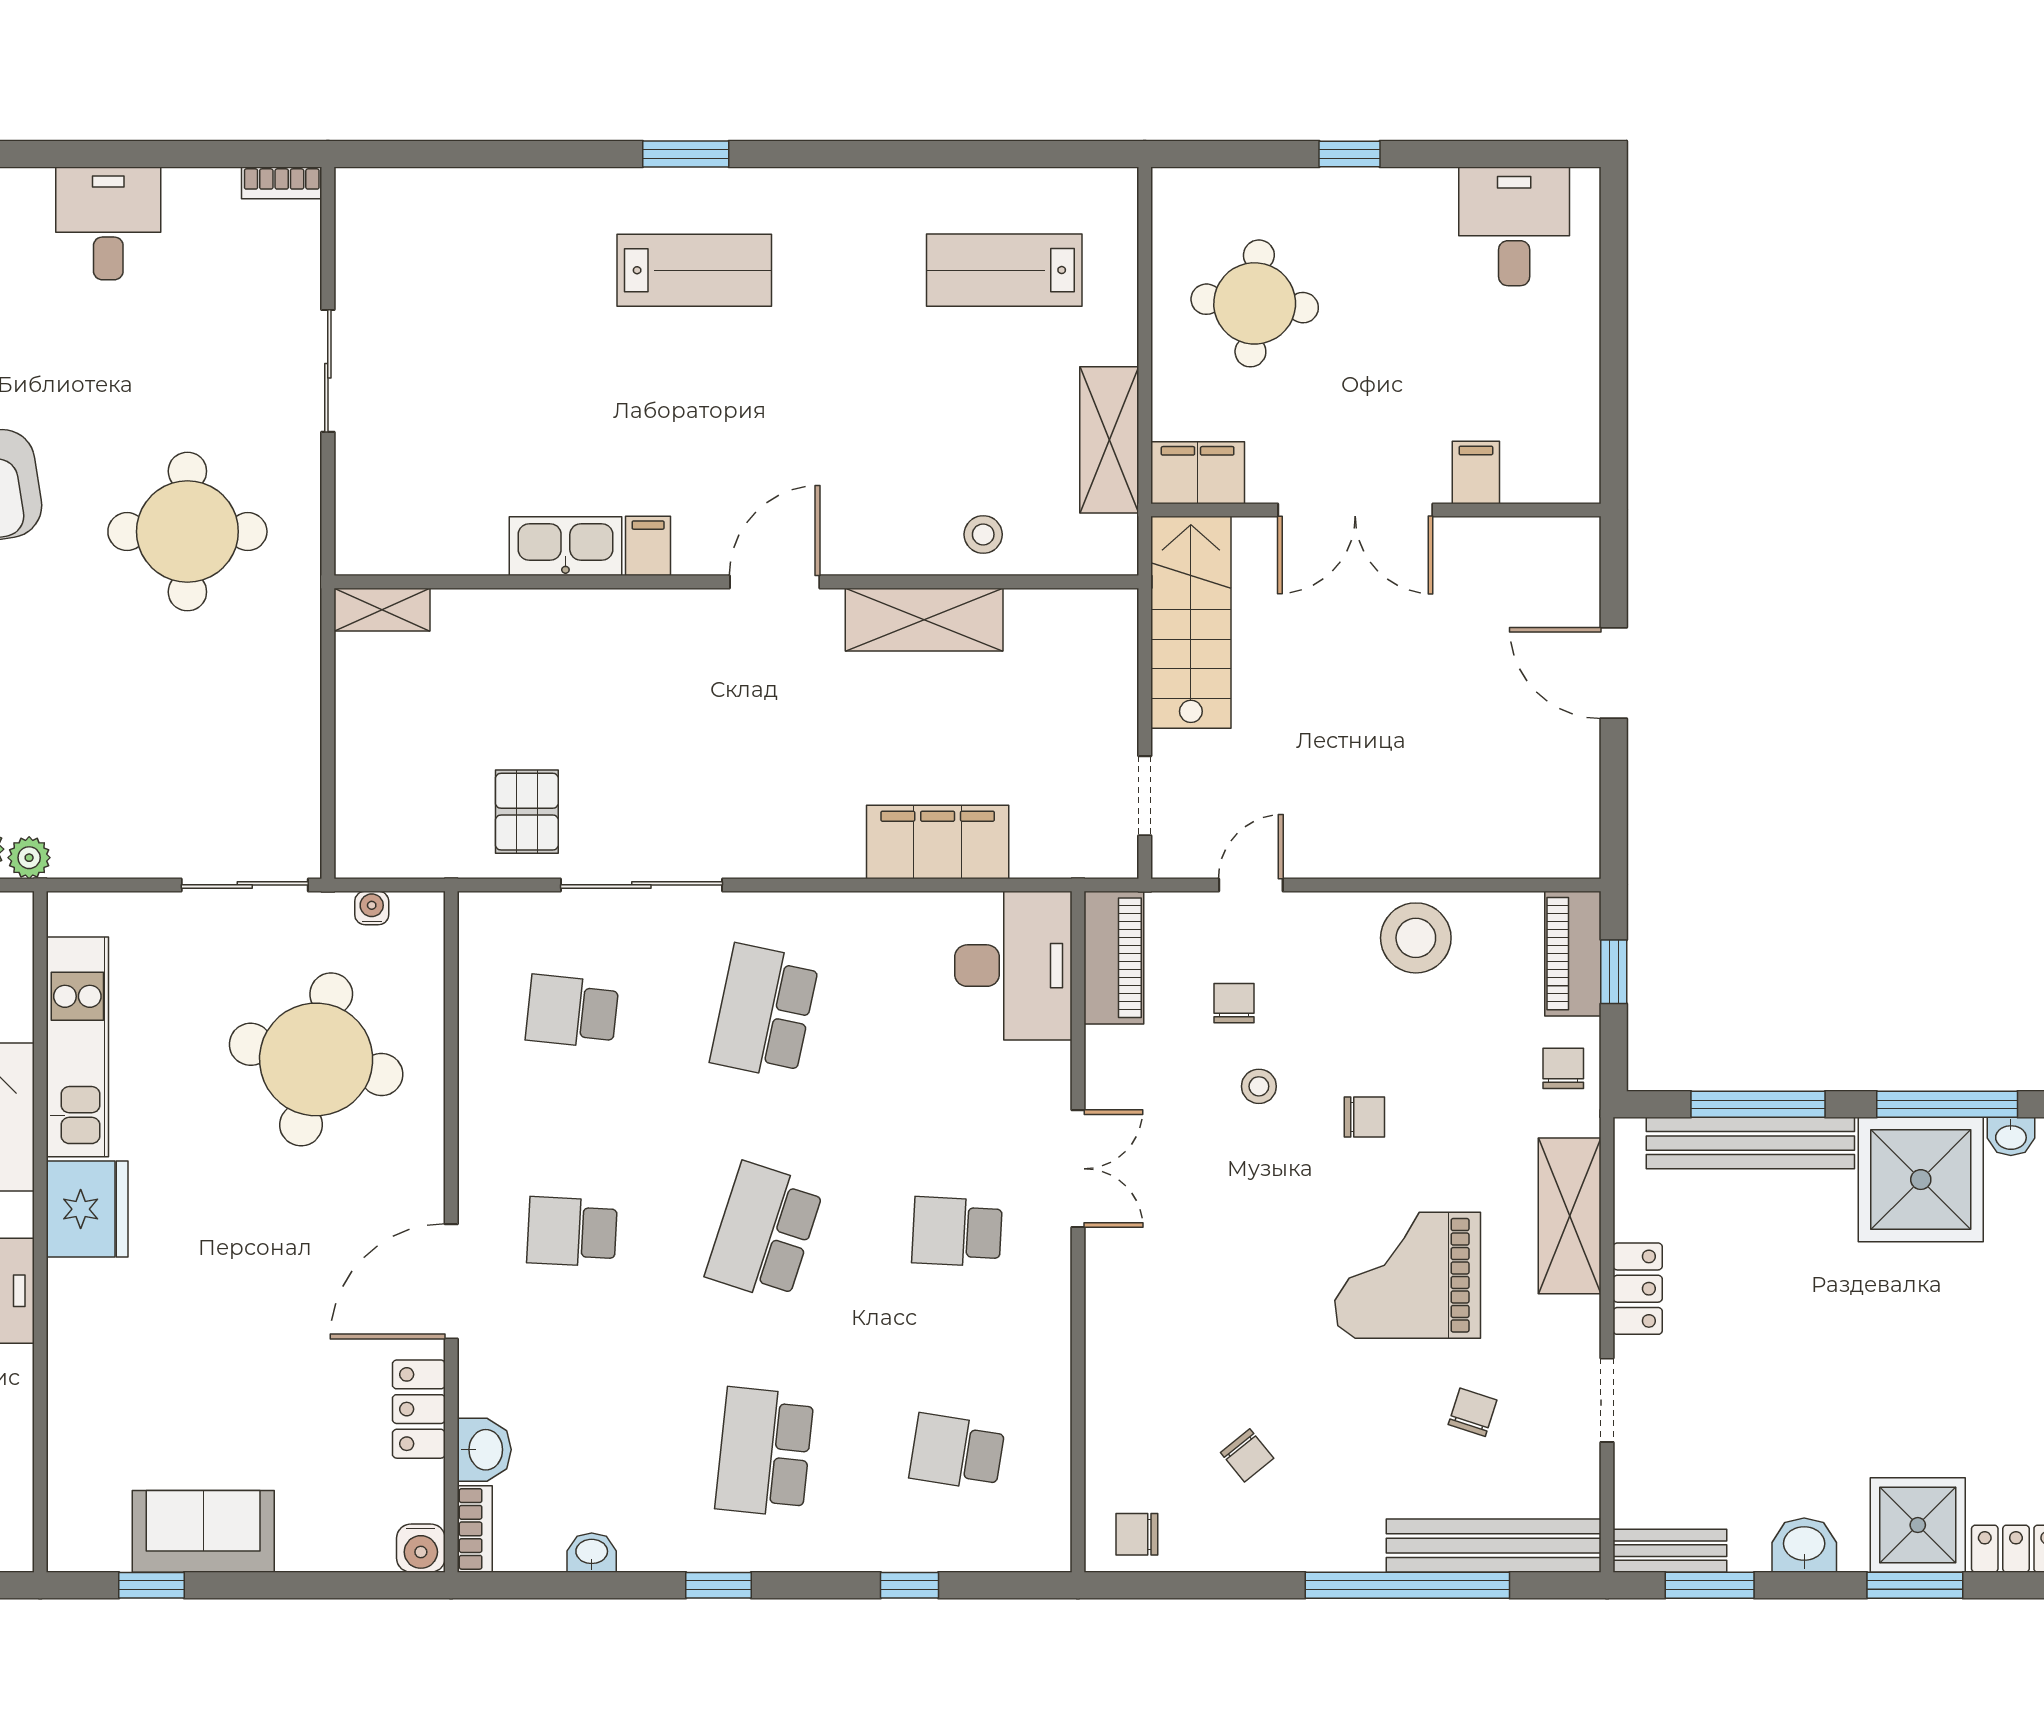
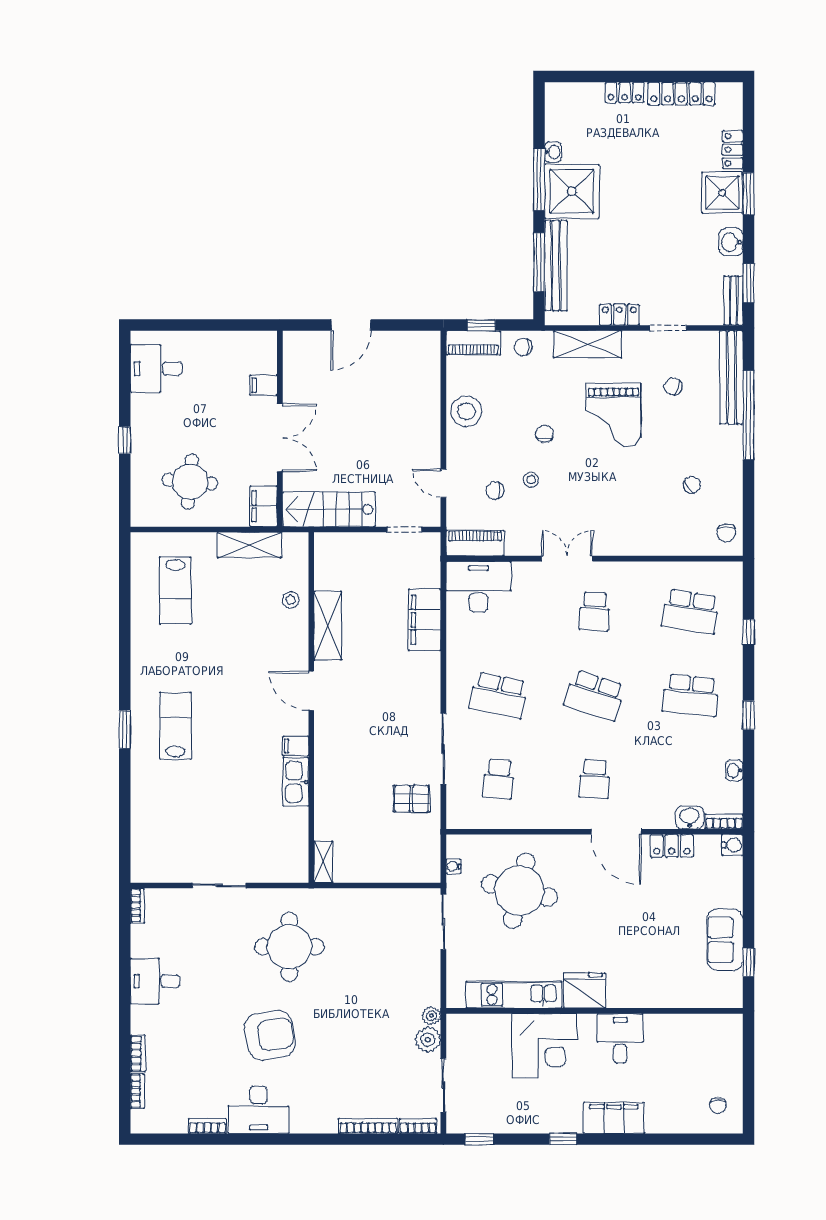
school desk: (957, 1452) -> (690, 611), width x1.85

